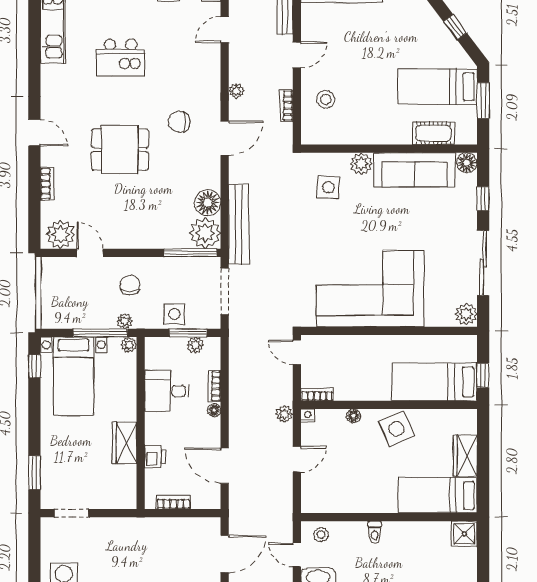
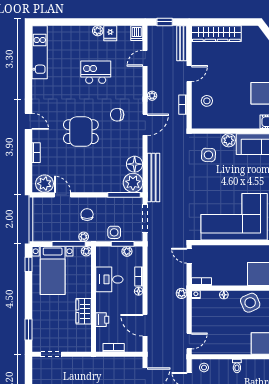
kitchen island: (121, 58) -> (96, 72), moved, turned 180
door: (297, 459) -> (189, 341), moved

